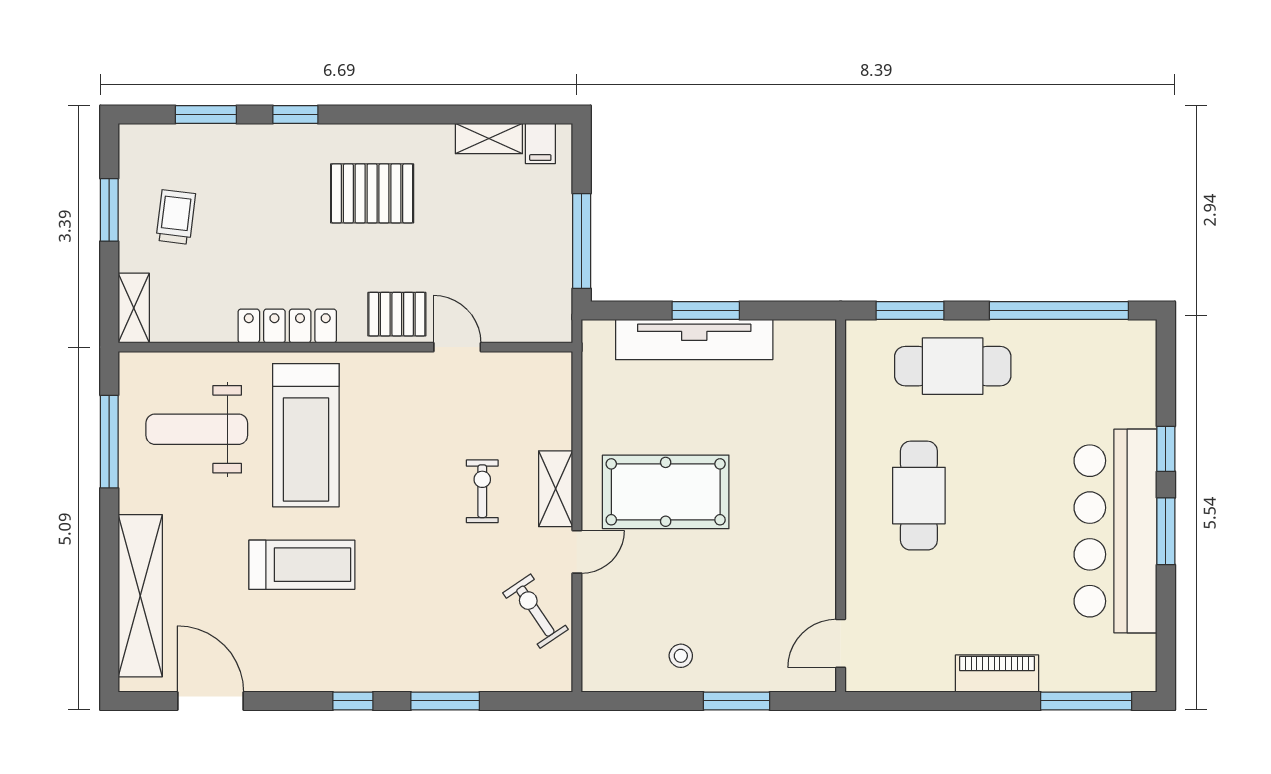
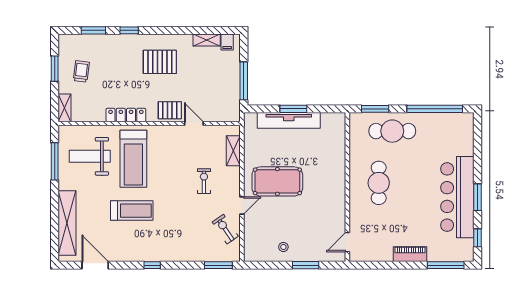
window: (1166, 449) -> (478, 238), moved
shelving: (556, 489) -> (233, 151), moved
window: (445, 701) -> (218, 265), moved

